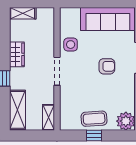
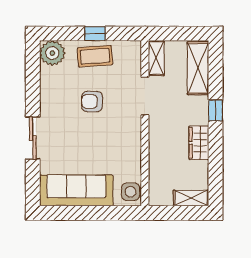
side table: (71, 45) -> (130, 192), moved
armchair: (107, 66) -> (92, 102), moved
doorway: (57, 71) -> (145, 96), moved

